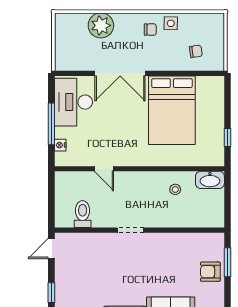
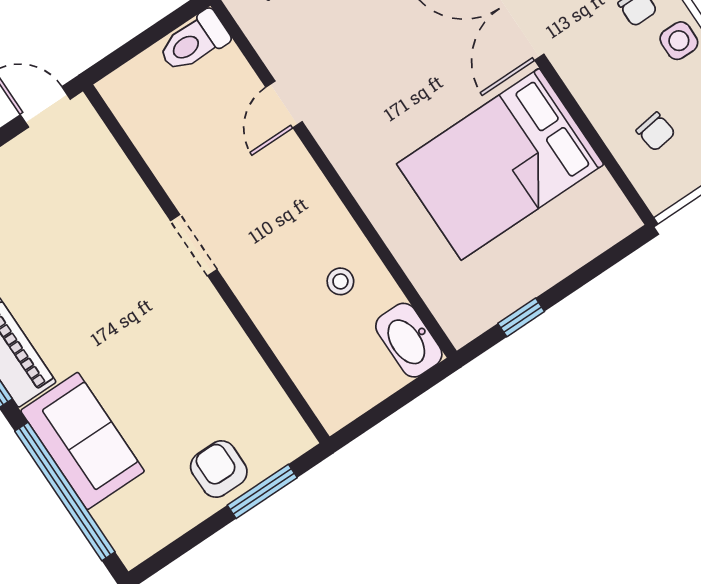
toilet: (83, 214) -> (194, 42), moved, turned 180

